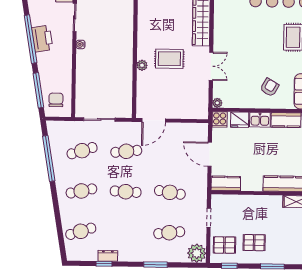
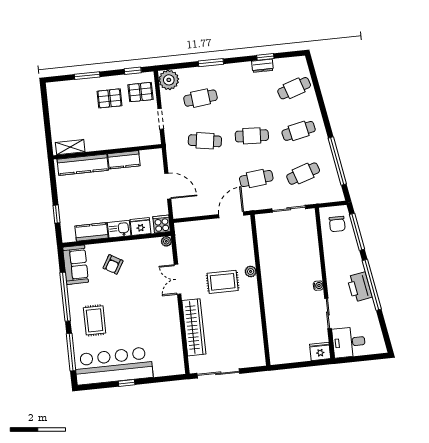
kitchen counter: (226, 183) -> (124, 160), moved

